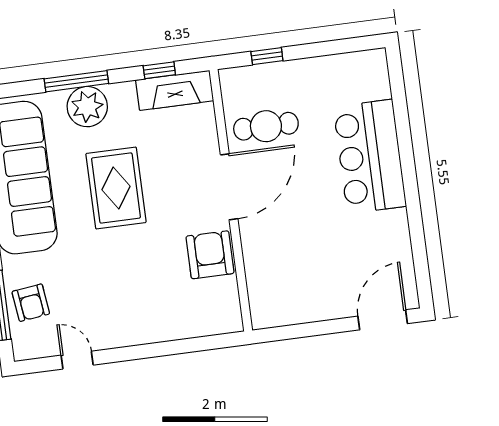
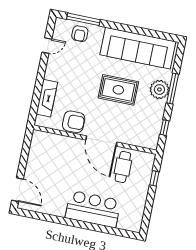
fireplace: (175, 90) -> (47, 98), moved, turned 180
armchair: (31, 303) -> (80, 34), turned -83

